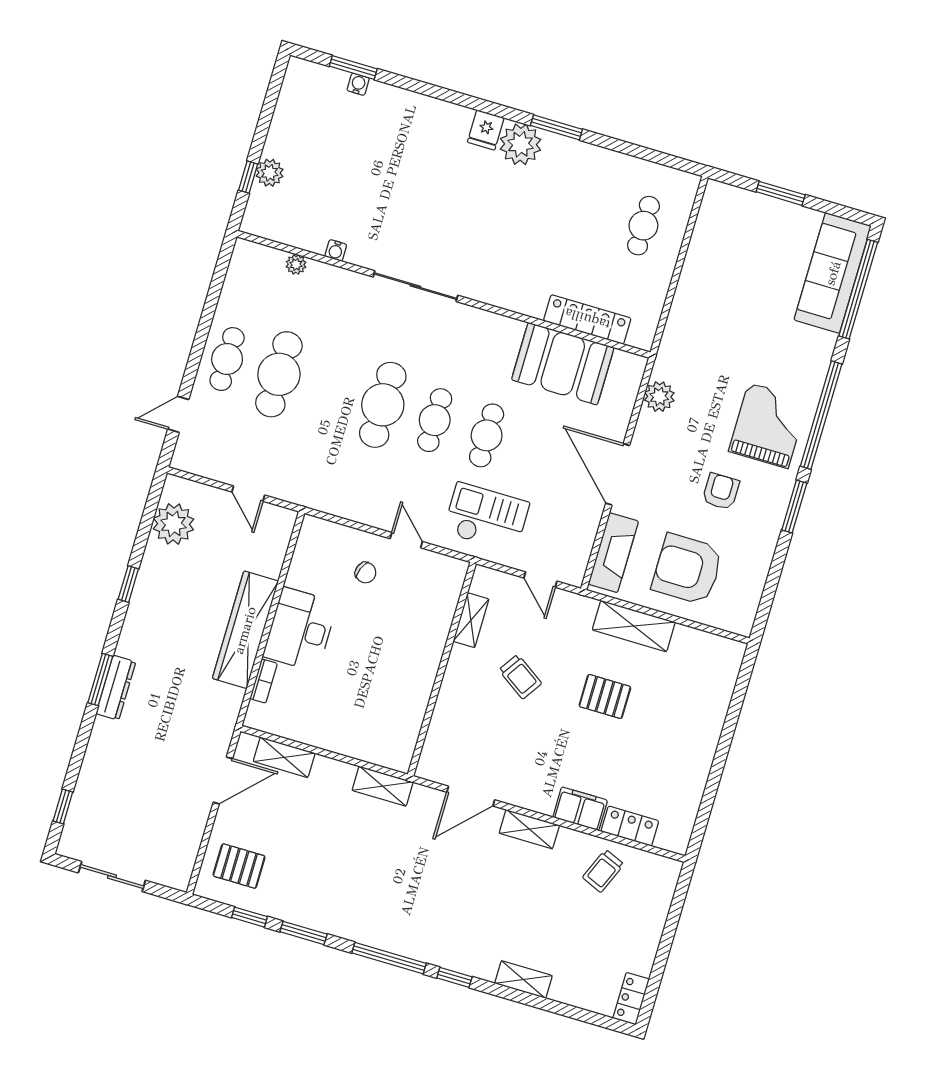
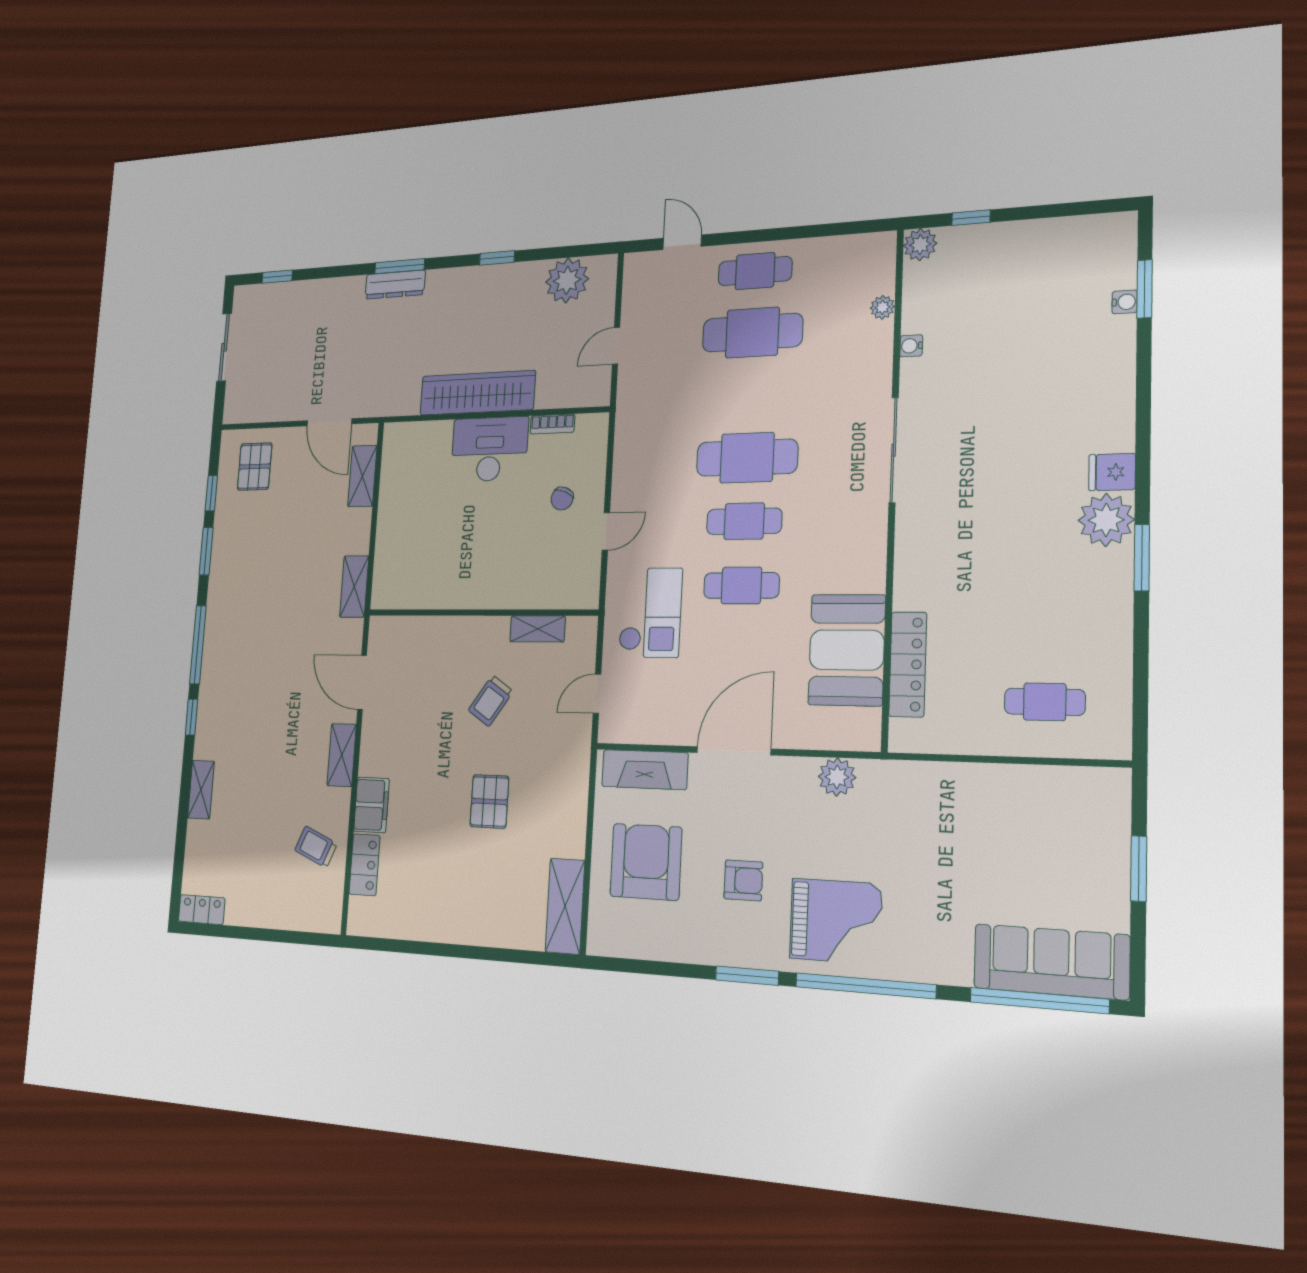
plant: (270, 173) -> (920, 245), moved
shelving: (634, 626) -> (565, 906), moved
bookcase: (264, 681) -> (552, 424), moved

